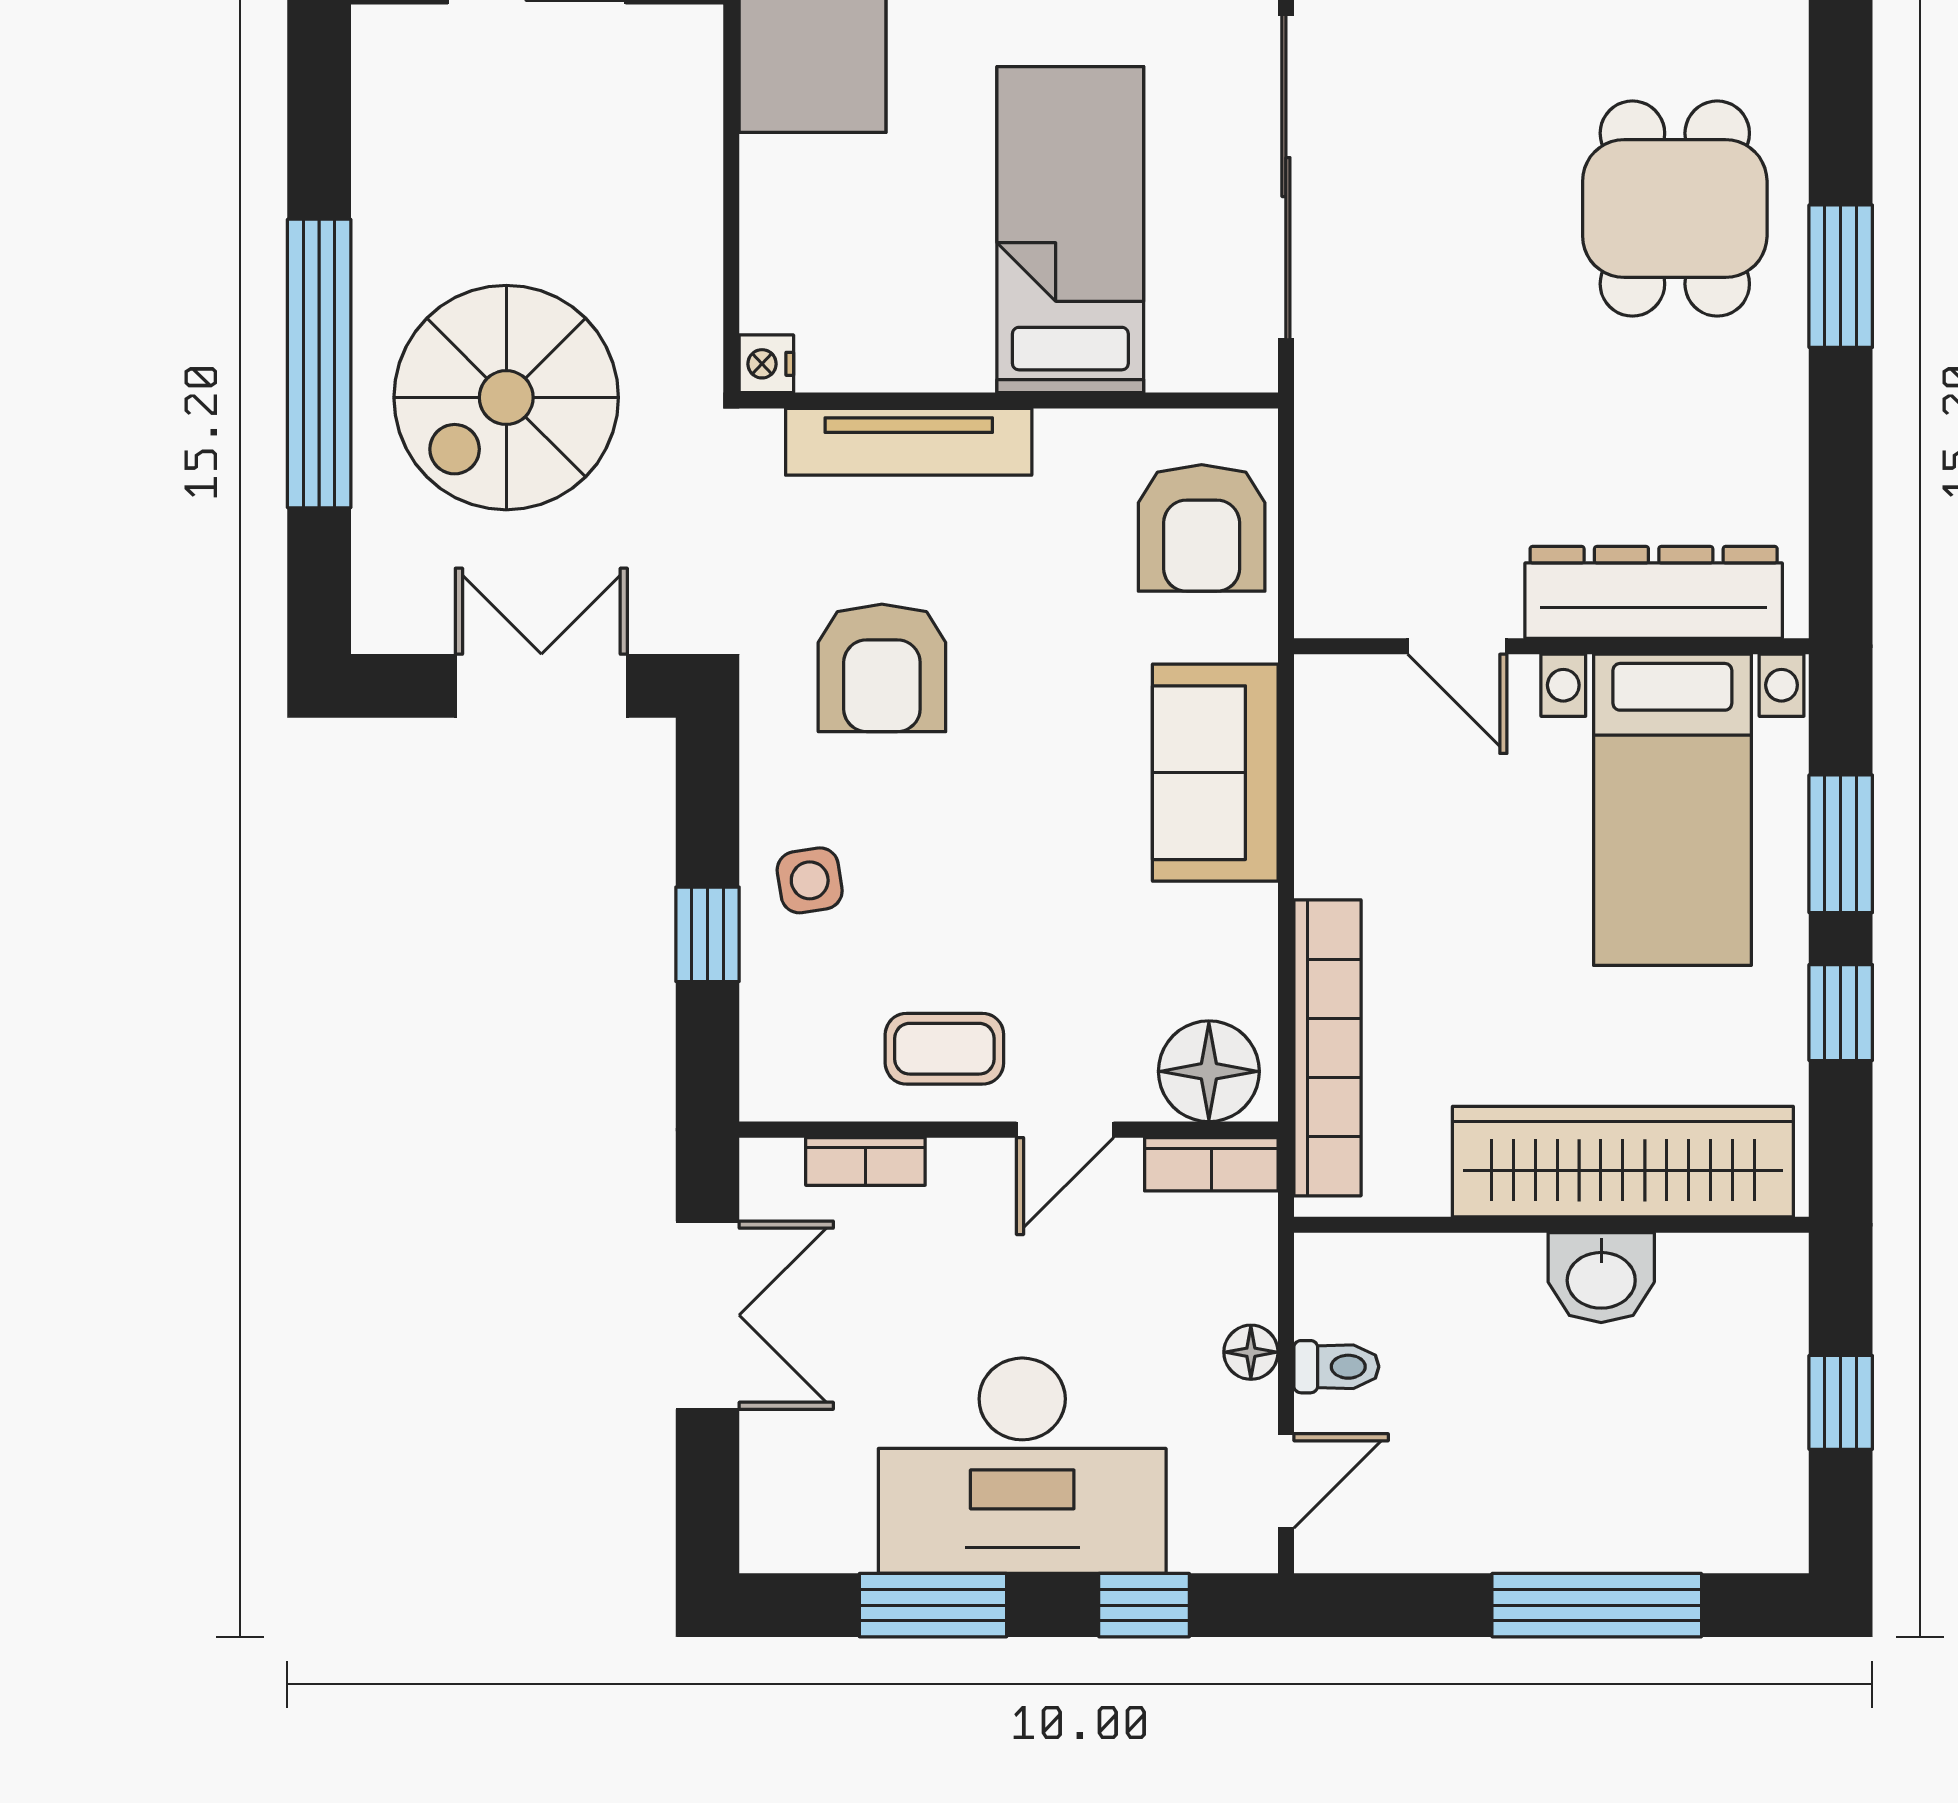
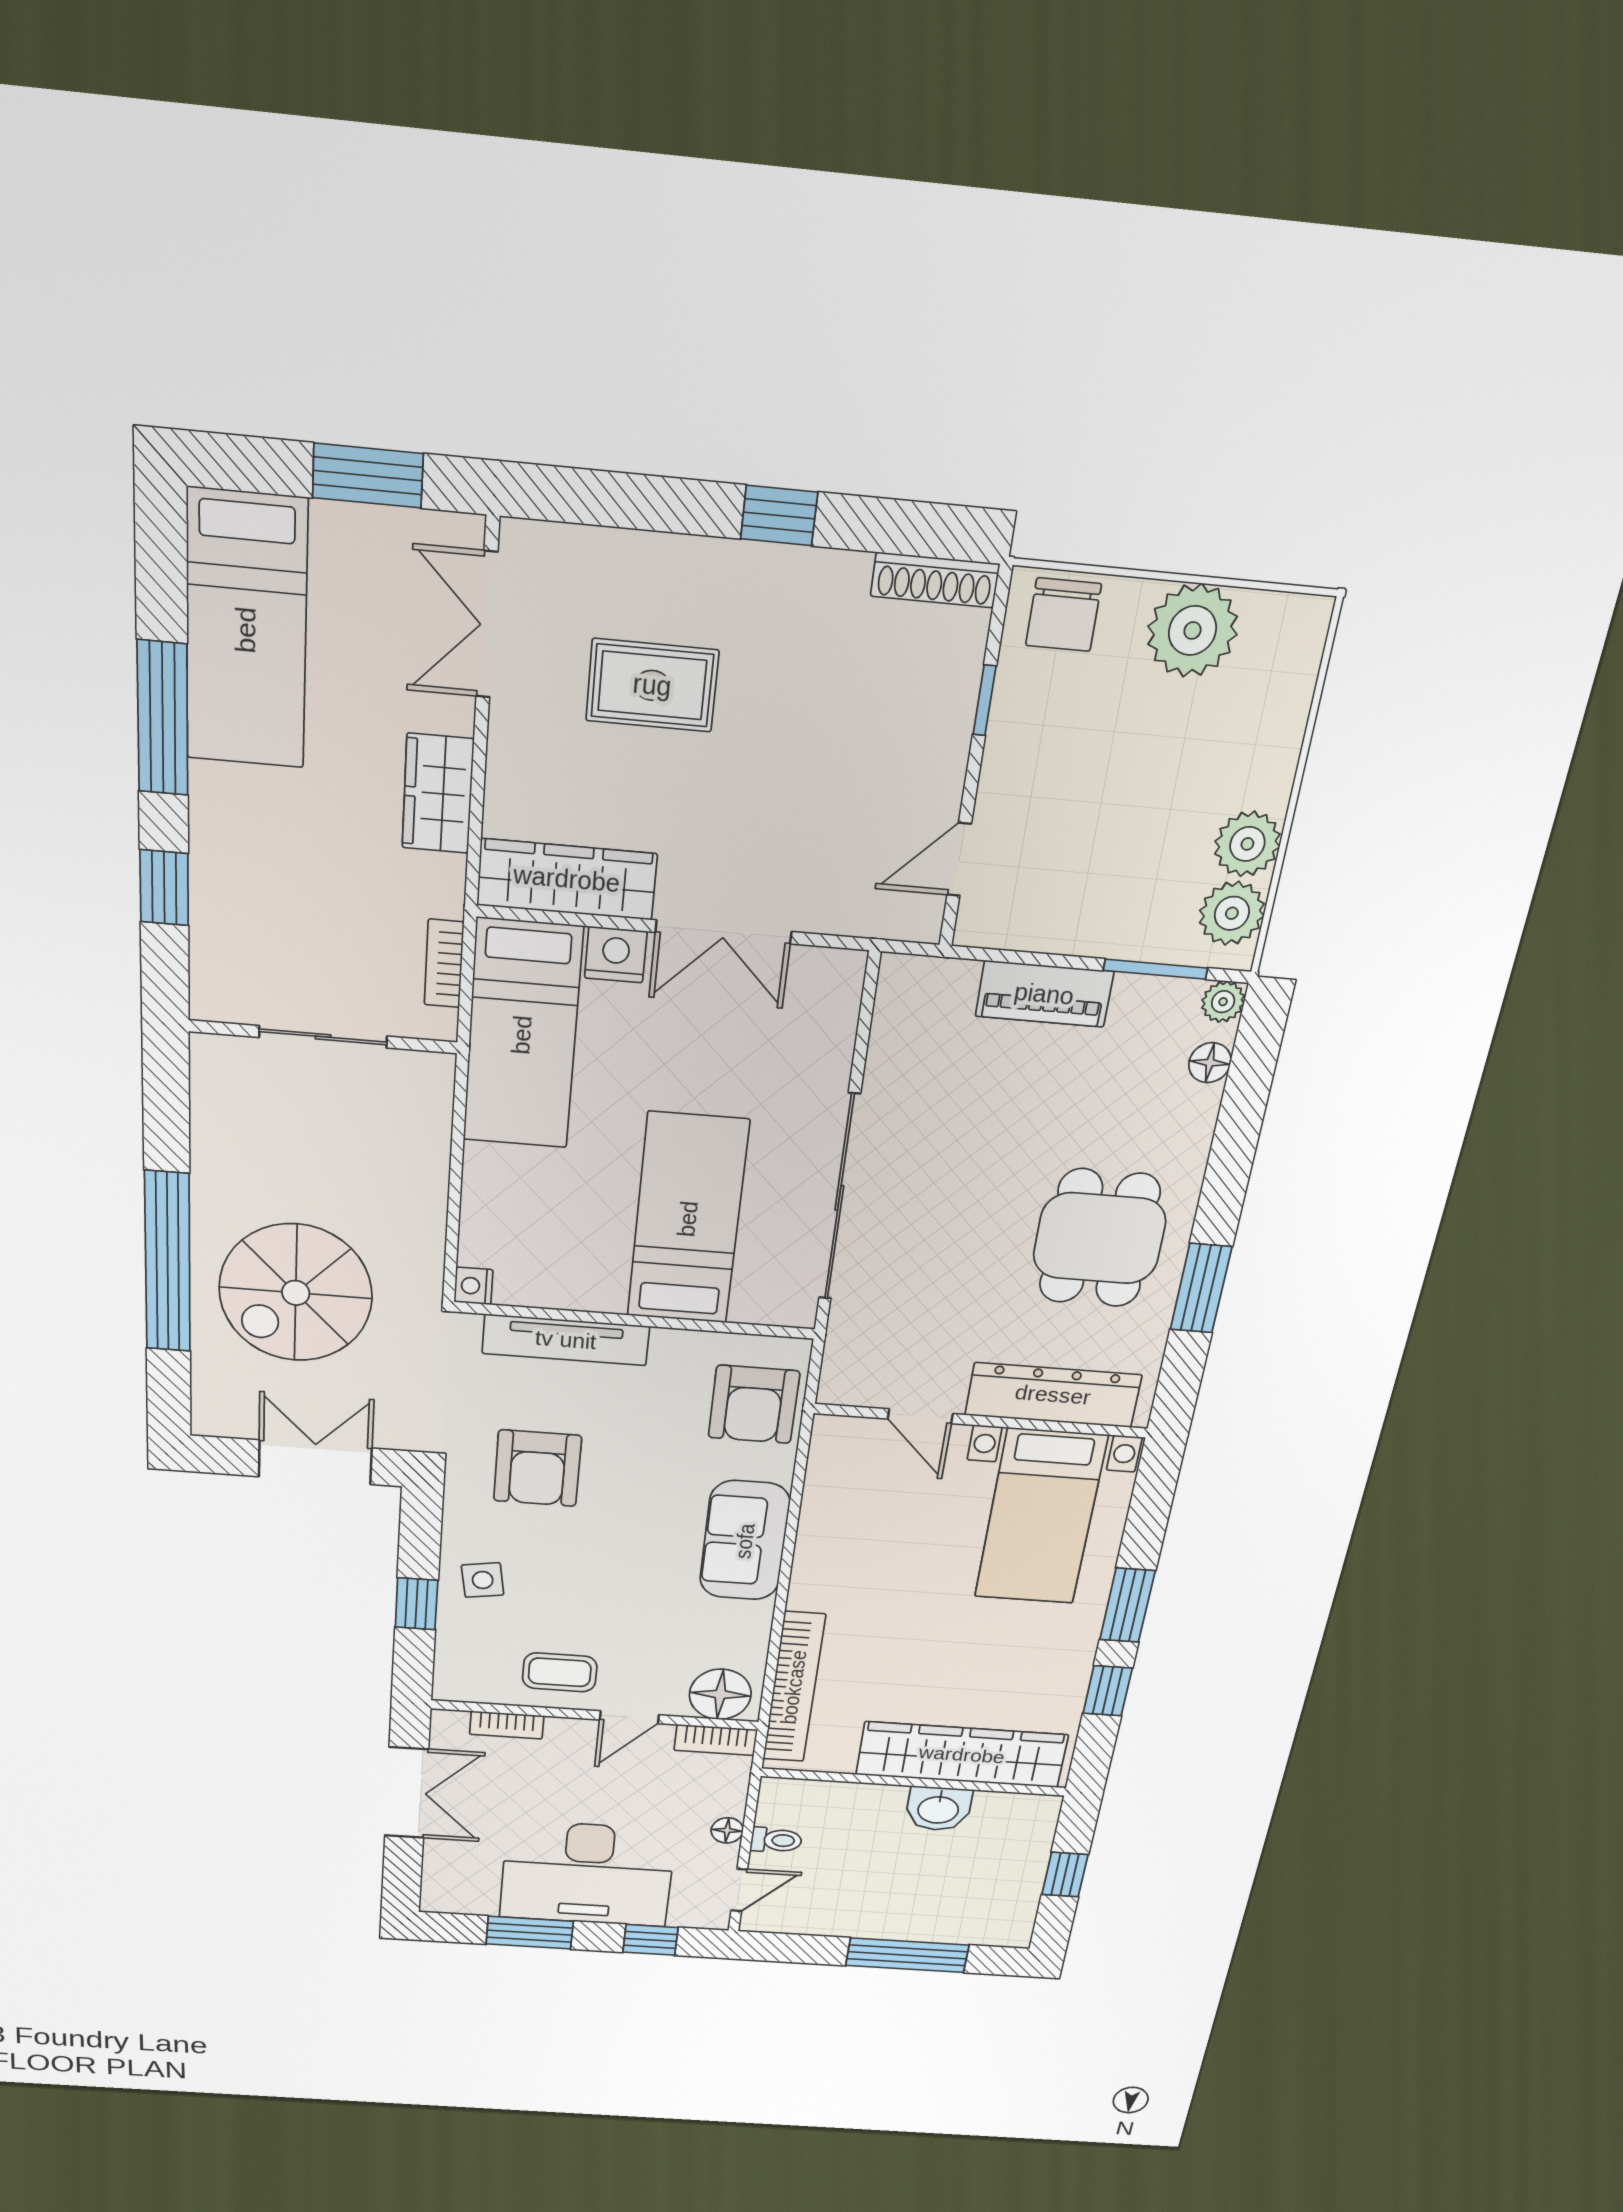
dresser: (1654, 592) -> (1053, 1395), moved
door: (1457, 646) -> (920, 1416), moved
wall: (1551, 646) -> (981, 1421), moved
bed with nightstands: (1672, 810) -> (1041, 1517), moved

